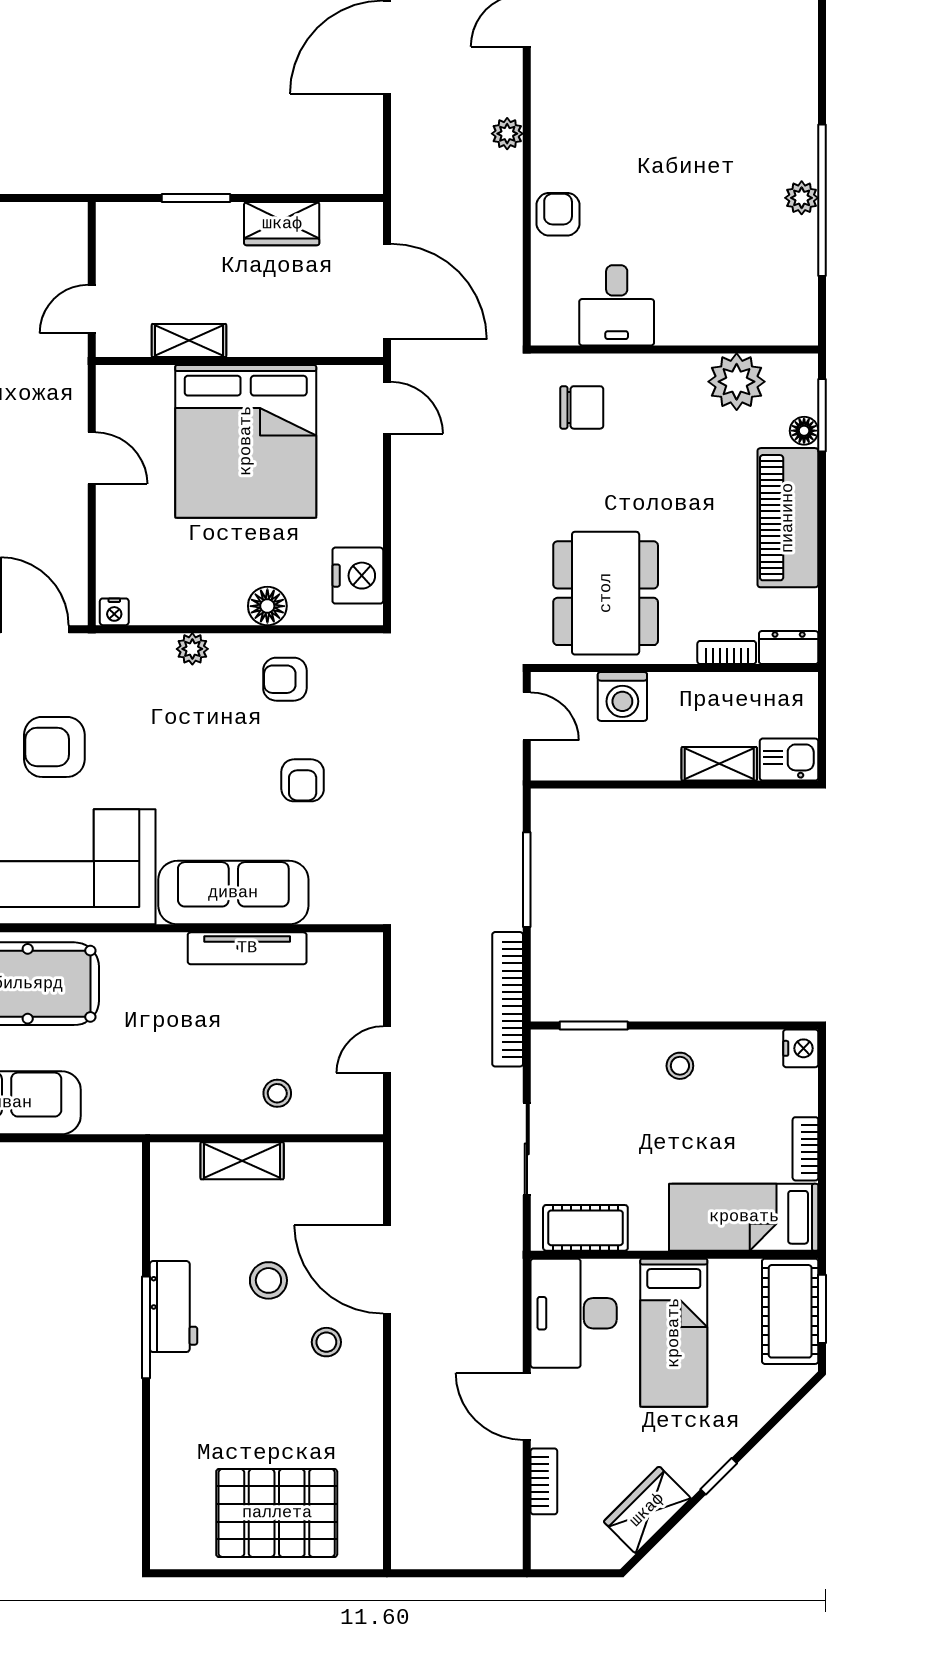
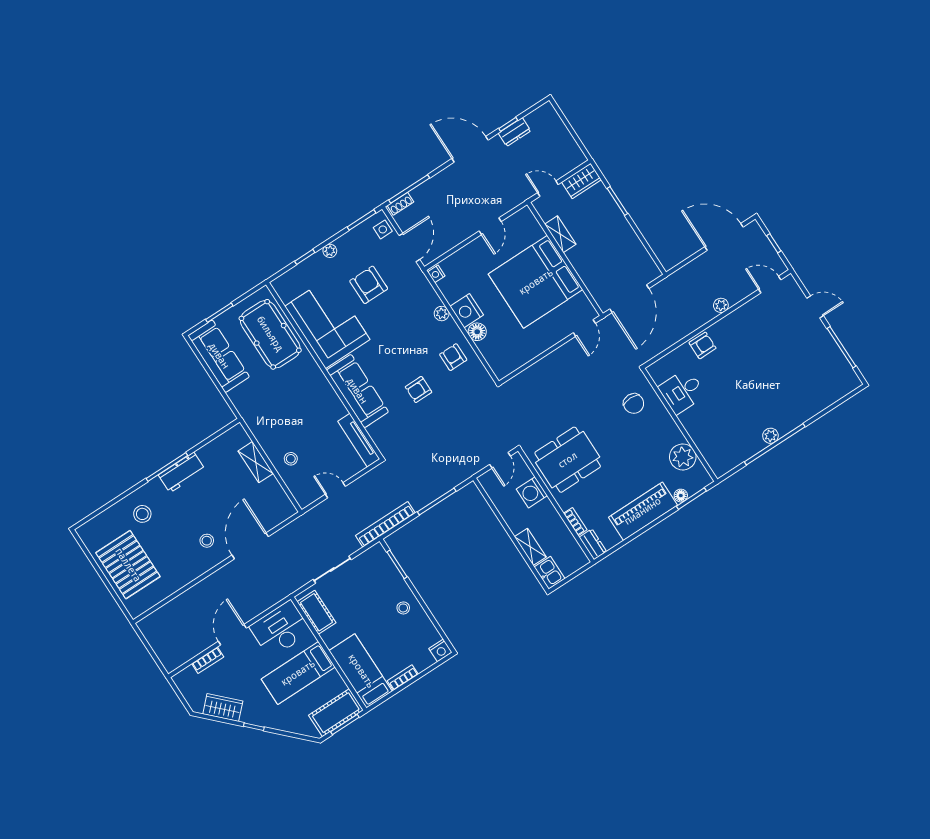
wardrobe: (282, 224) -> (581, 181), moved, turned -90
nightstand: (358, 576) -> (467, 311), moved, turned 90
tv unit: (247, 948) -> (359, 440), moved
stool: (268, 1280) -> (142, 514), moved

